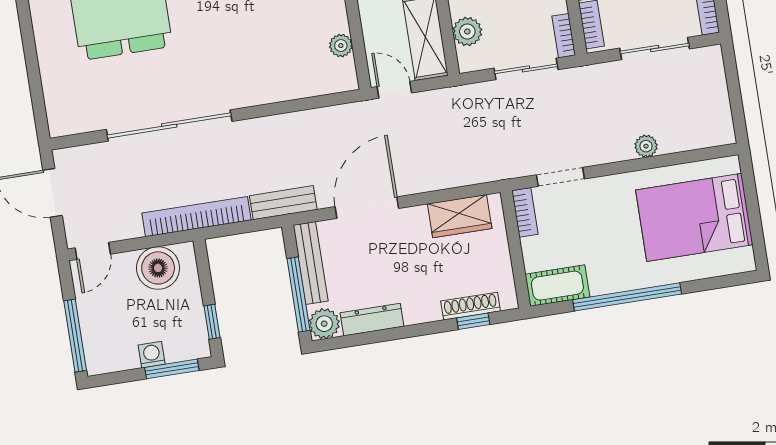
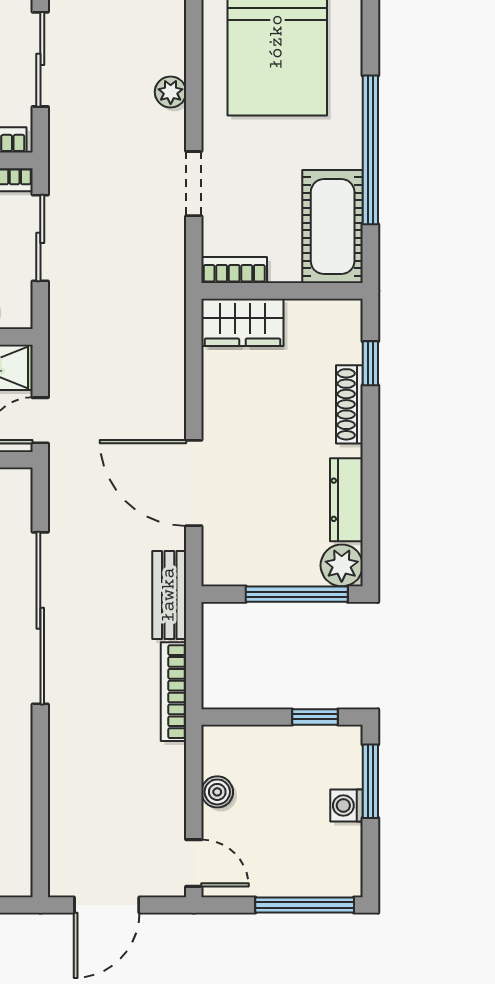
sliding door: (169, 125) -> (40, 618), moved
doorway: (560, 177) -> (194, 184), moved
wardrobe: (460, 216) -> (242, 322), moved, turned 90
bookcase: (196, 217) -> (173, 692), width x0.68, depth x0.76
bench: (311, 263) -> (257, 571), removed
boiler: (158, 268) -> (217, 792), width x0.54, depth x0.54
cot: (557, 286) -> (333, 227), width x1.37, depth x1.34
shoe rack: (471, 306) -> (349, 404), moved

